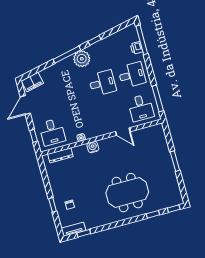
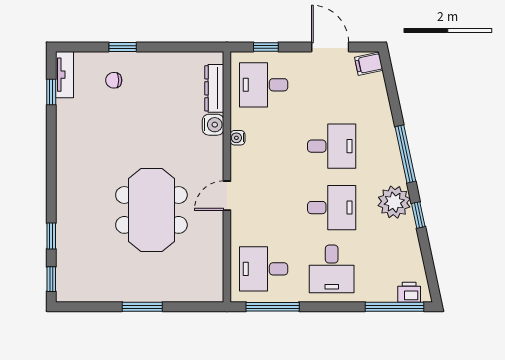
printer: (136, 48) -> (409, 292), moved
plant: (82, 59) -> (394, 202), moved
filing cabinet: (32, 82) -> (369, 64), width x0.50
desk: (102, 83) -> (332, 208), turned -90
desk: (73, 91) -> (332, 146), added
door: (123, 132) -> (227, 196), moved
water cooler: (93, 147) -> (213, 125), moved
meeting table: (127, 193) -> (151, 210), moved

